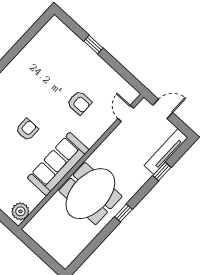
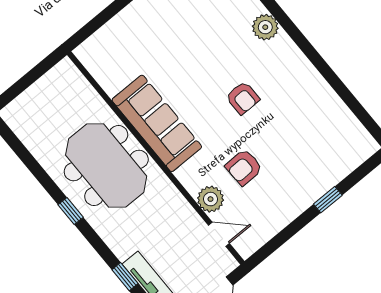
armchair: (27, 130) -> (243, 98), moved
plant: (20, 211) -> (211, 199), moved

